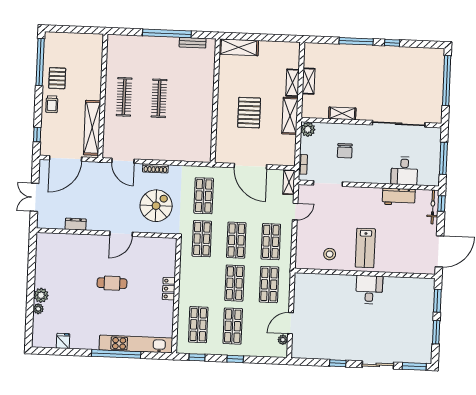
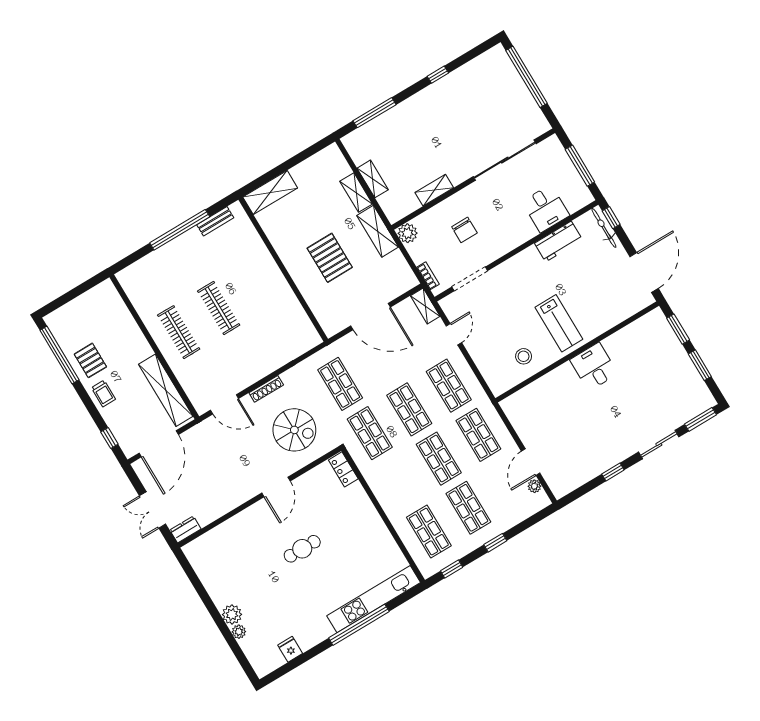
window: (356, 41) -> (375, 113), moved
spiral stairs: (156, 206) -> (294, 430), turned 90
dresser: (76, 224) -> (185, 529), moved
locker: (169, 289) -> (343, 469), moved

